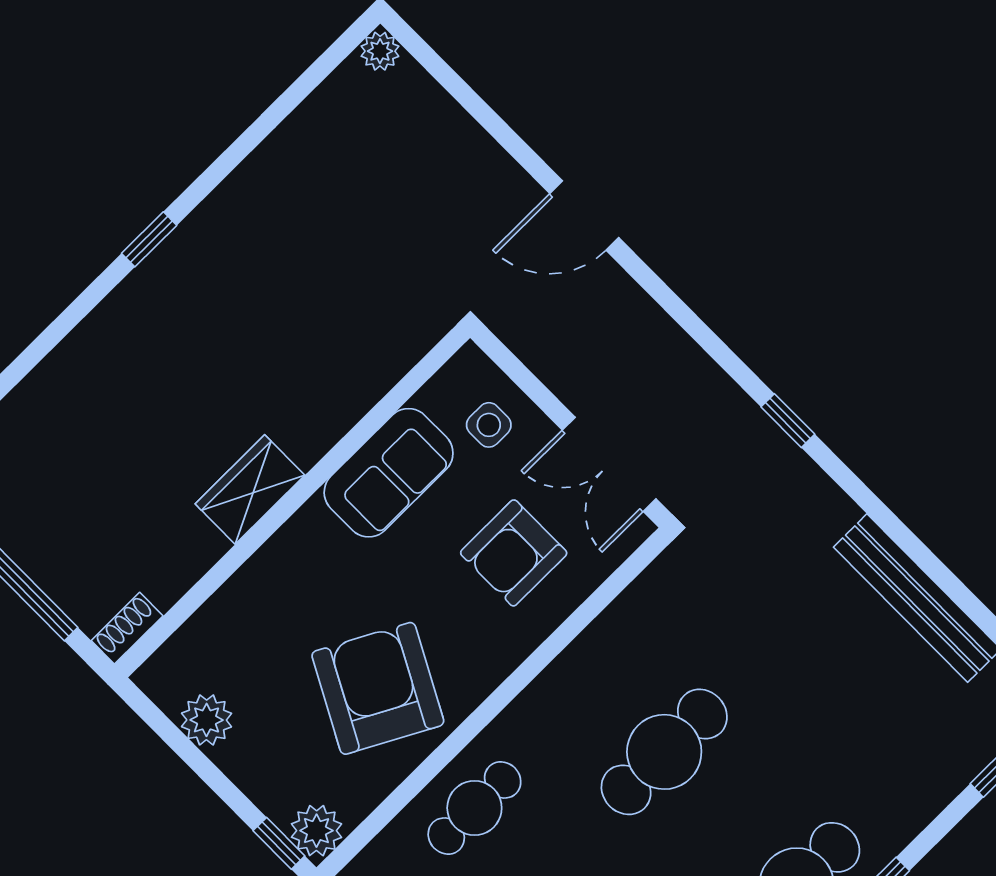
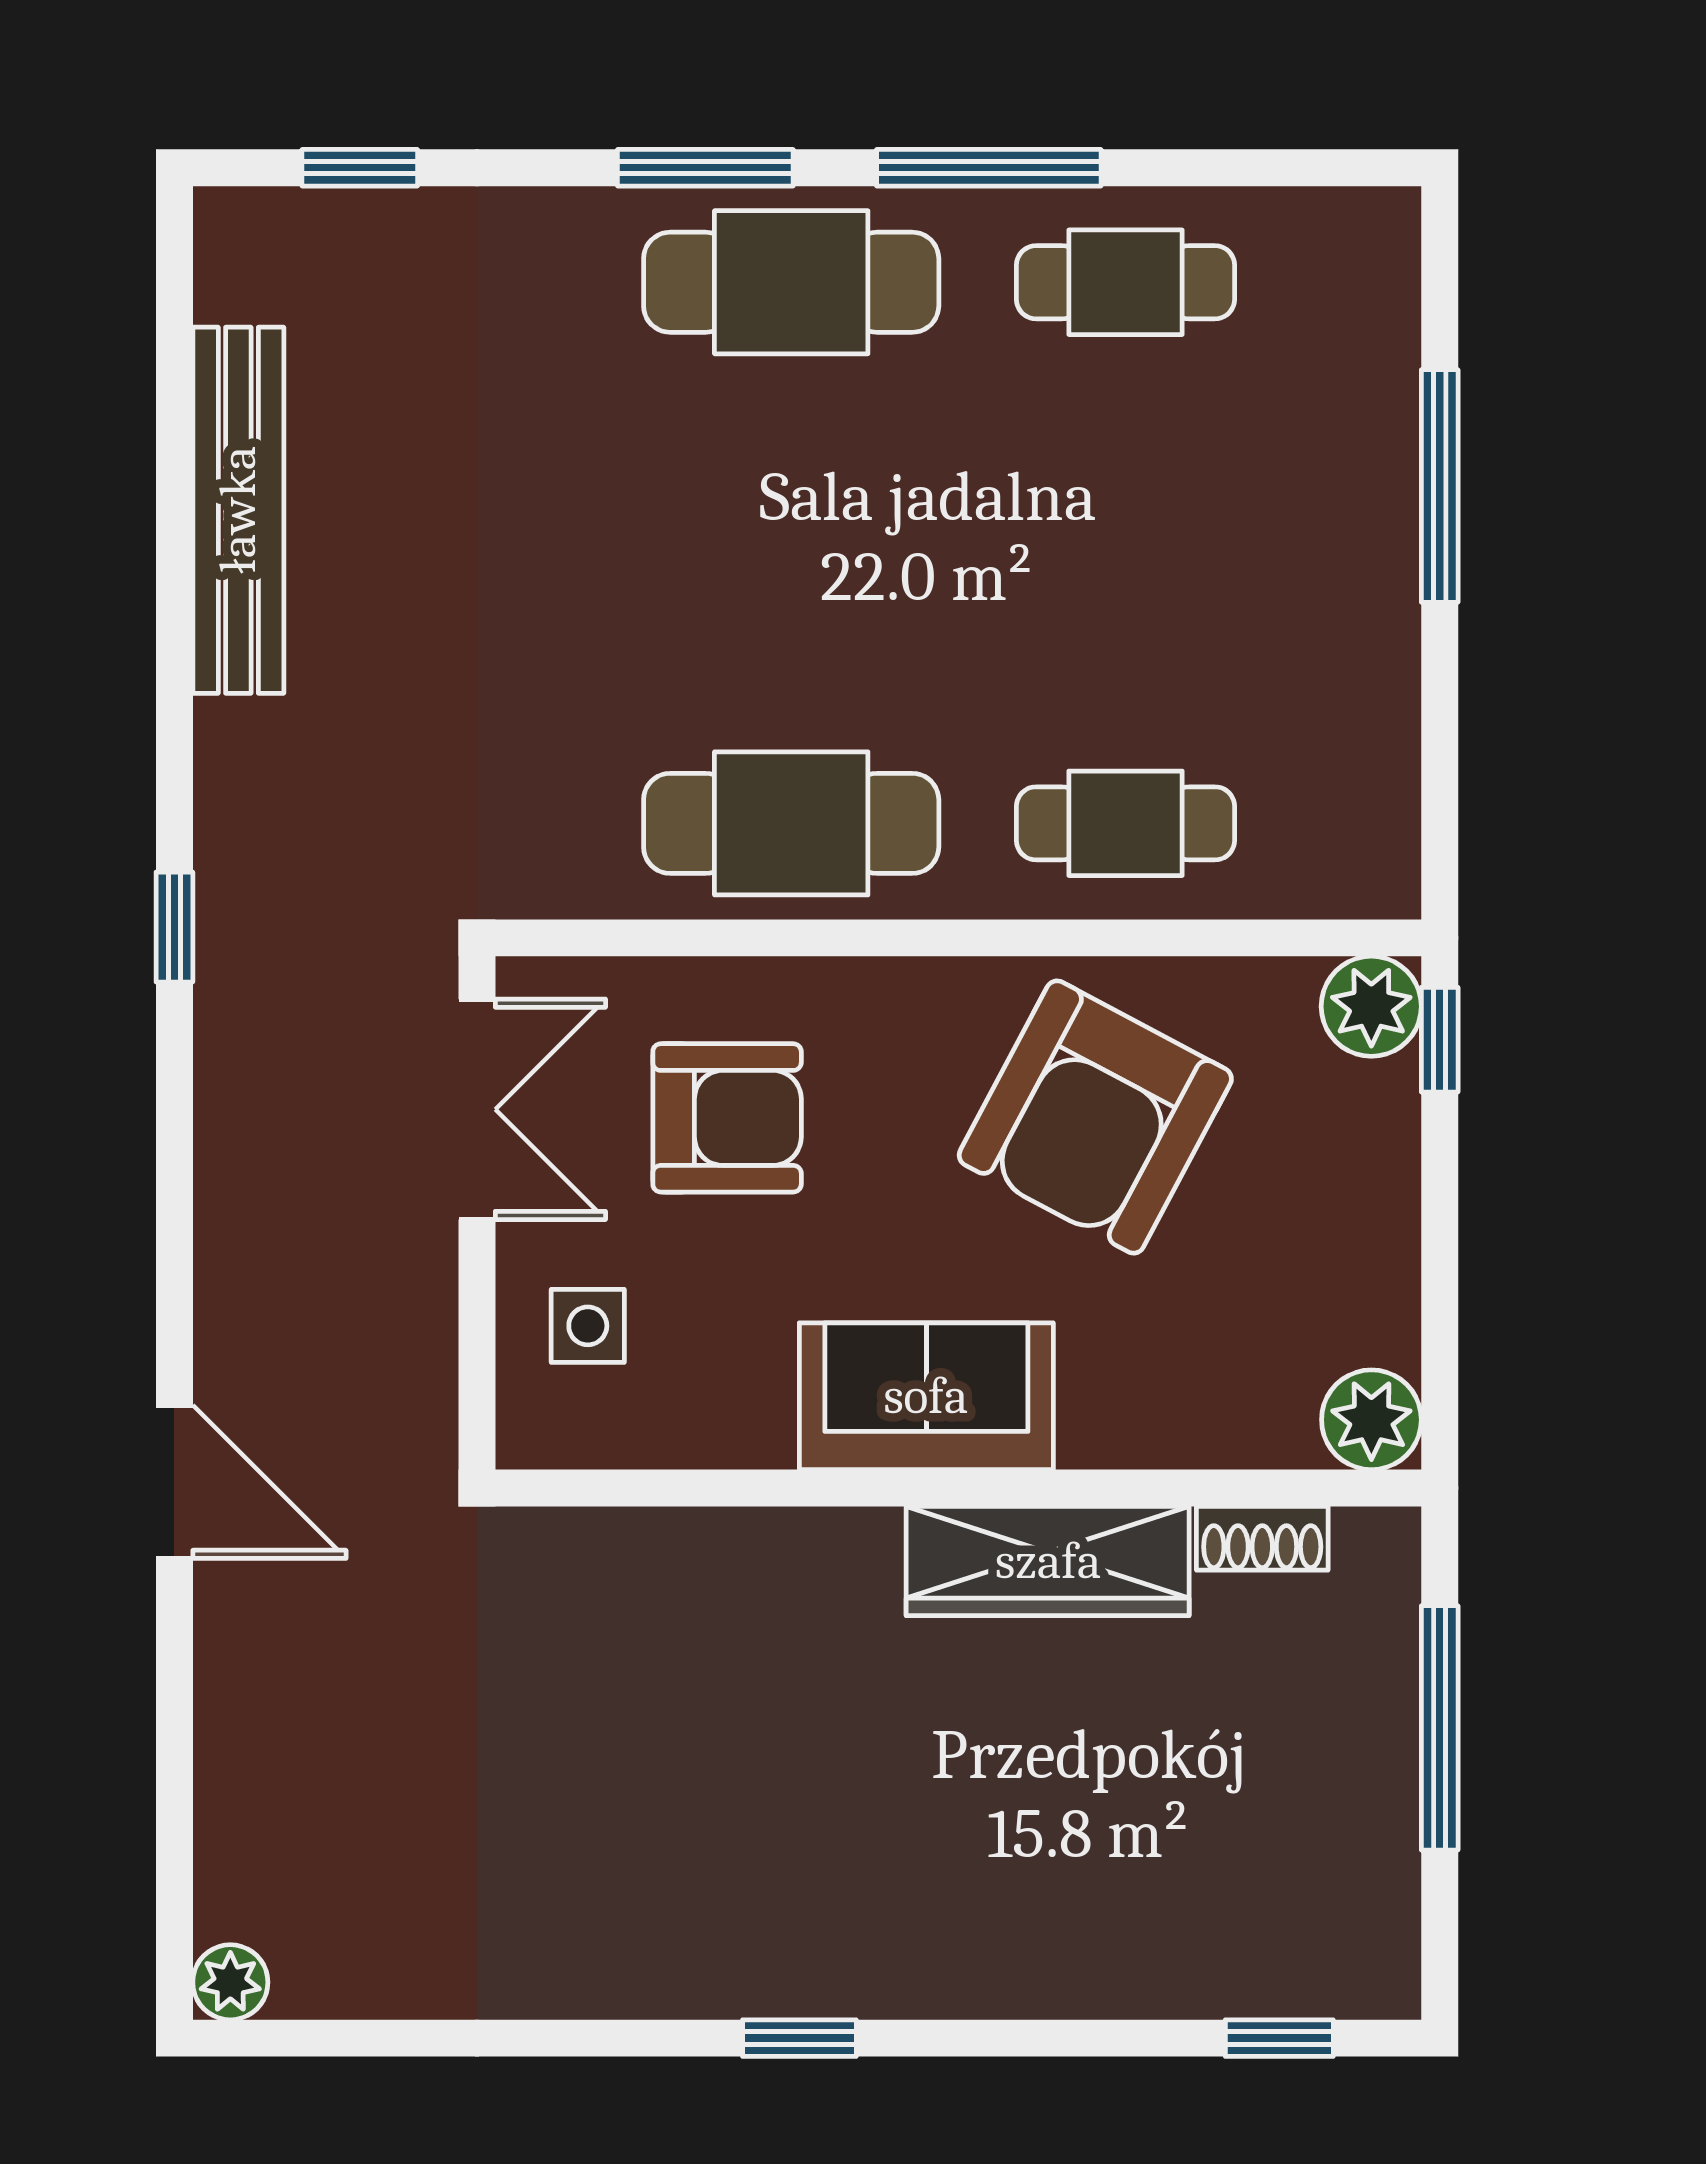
sofa: (389, 473) -> (926, 1396), moved
wardrobe: (250, 489) -> (1048, 1561), width x1.50
shoe rack: (127, 628) -> (1262, 1538), moved
plant: (207, 720) -> (1371, 1420), moved
cafe table: (664, 752) -> (791, 823), moved

